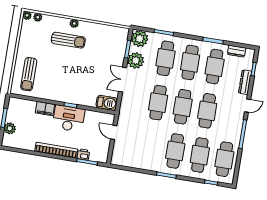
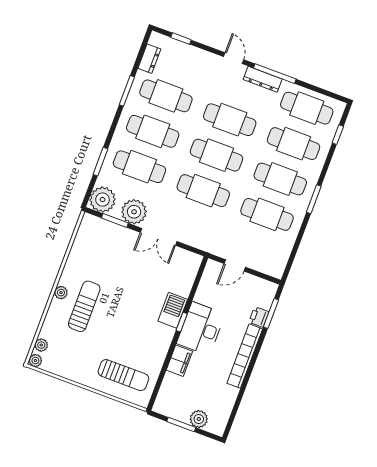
dresser: (245, 82) -> (263, 79), moved
barbecue: (107, 103) -> (173, 310), moved
cafe table: (151, 147) -> (267, 214), added

